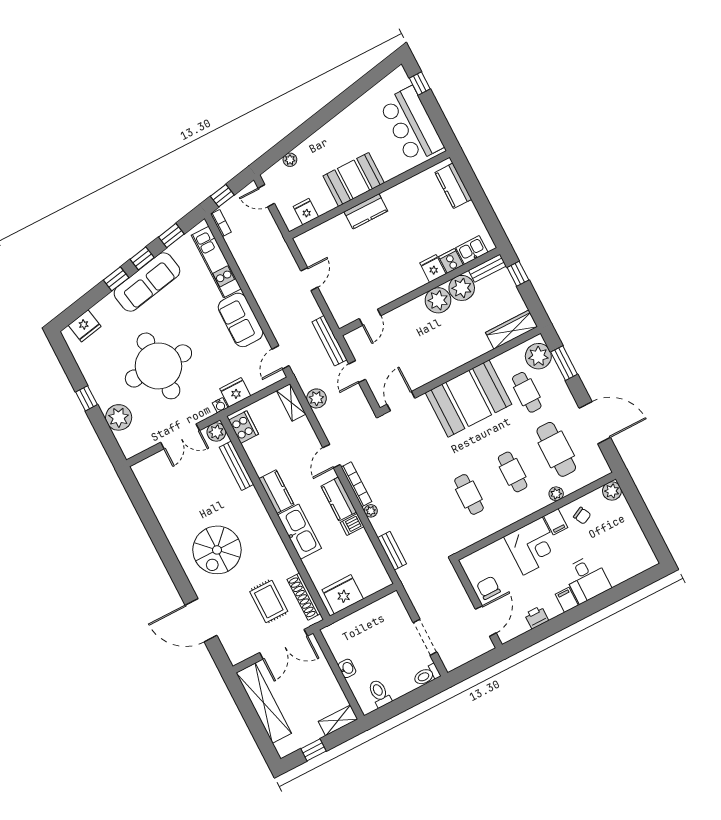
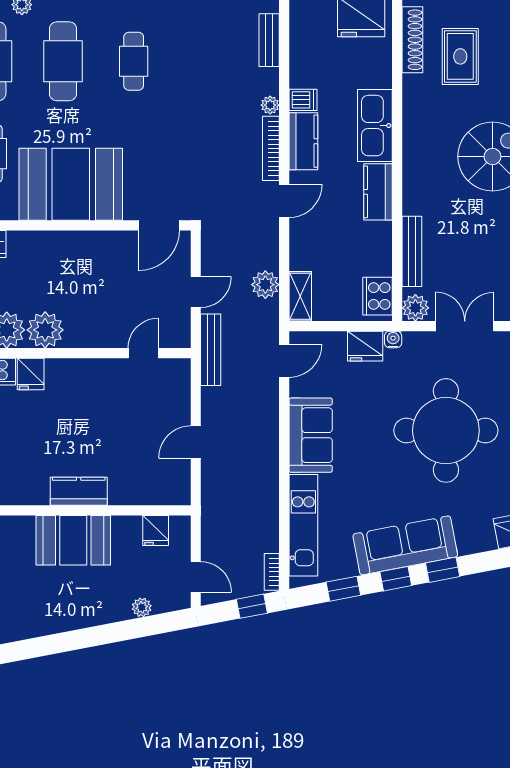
cafe table: (513, 472) -> (63, 61), width x1.37, depth x1.35

